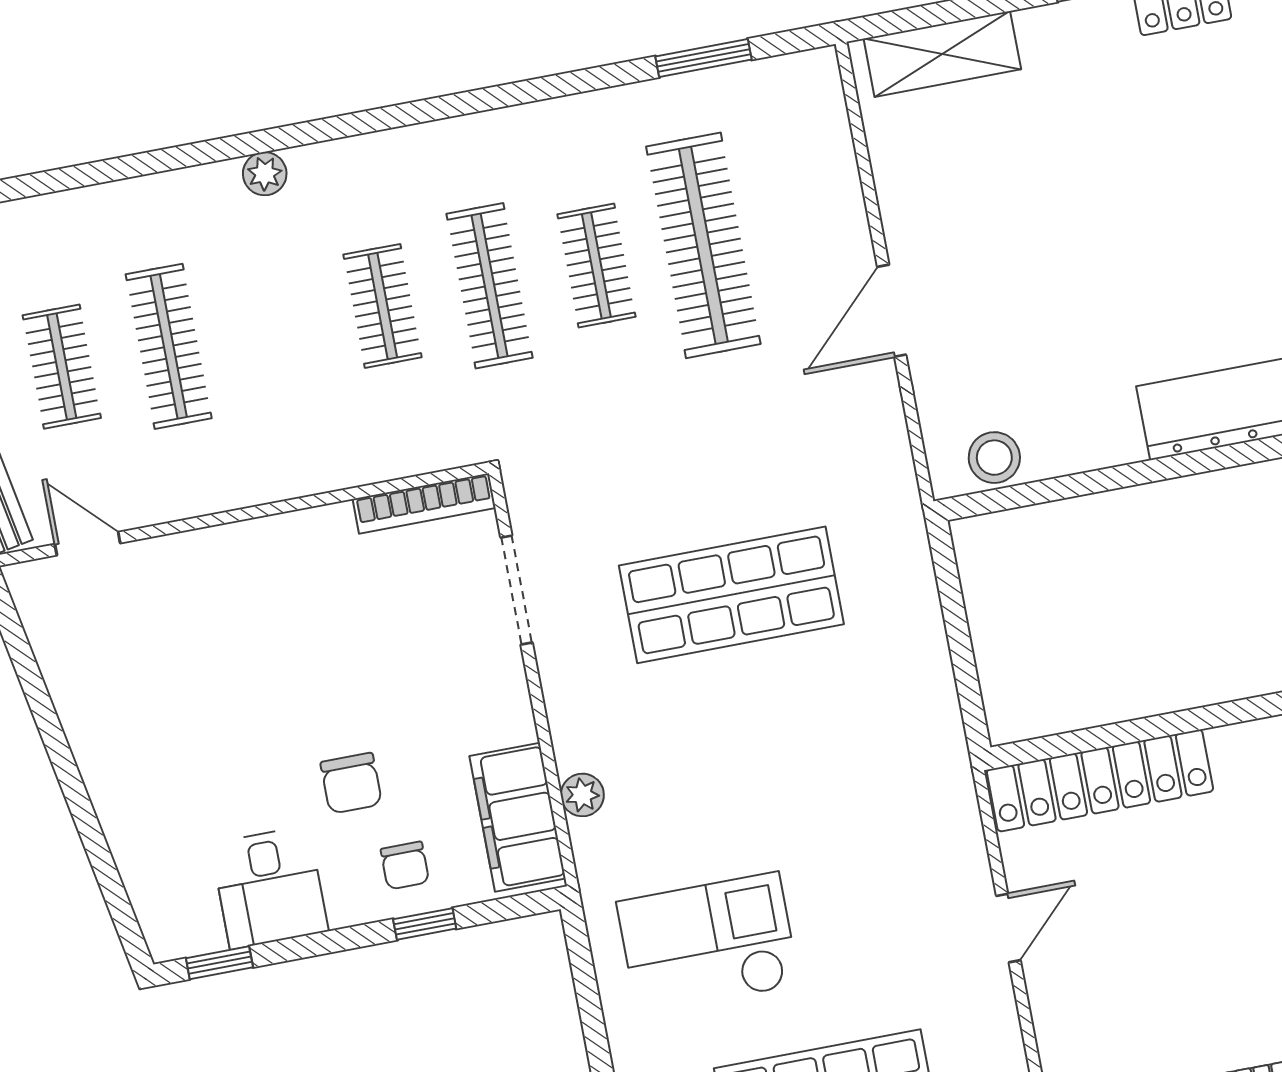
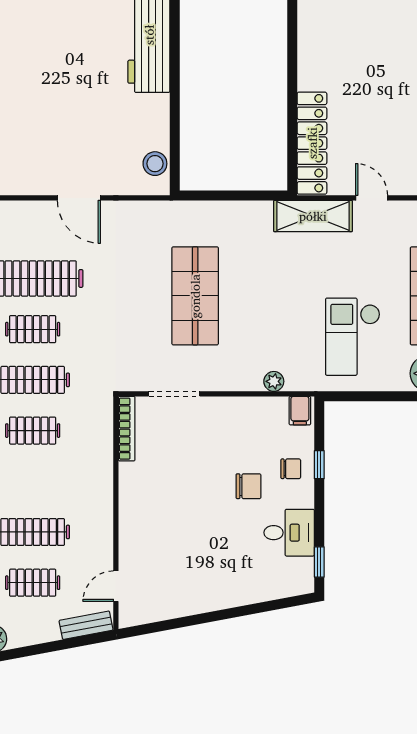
shelving: (947, 812) -> (313, 216), added
filing cabinet: (518, 817) -> (300, 411), width x0.33, depth x0.86

